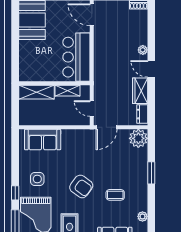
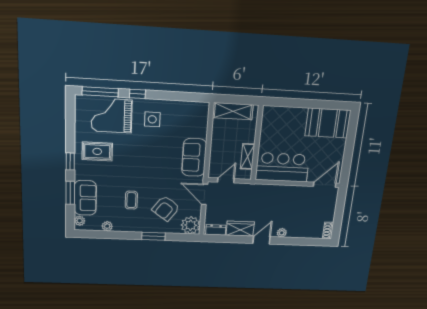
shelving: (36, 92) -> (233, 111), moved, turned 90
sofa: (43, 140) -> (194, 157), moved
armchair: (81, 186) -> (166, 208), moved

